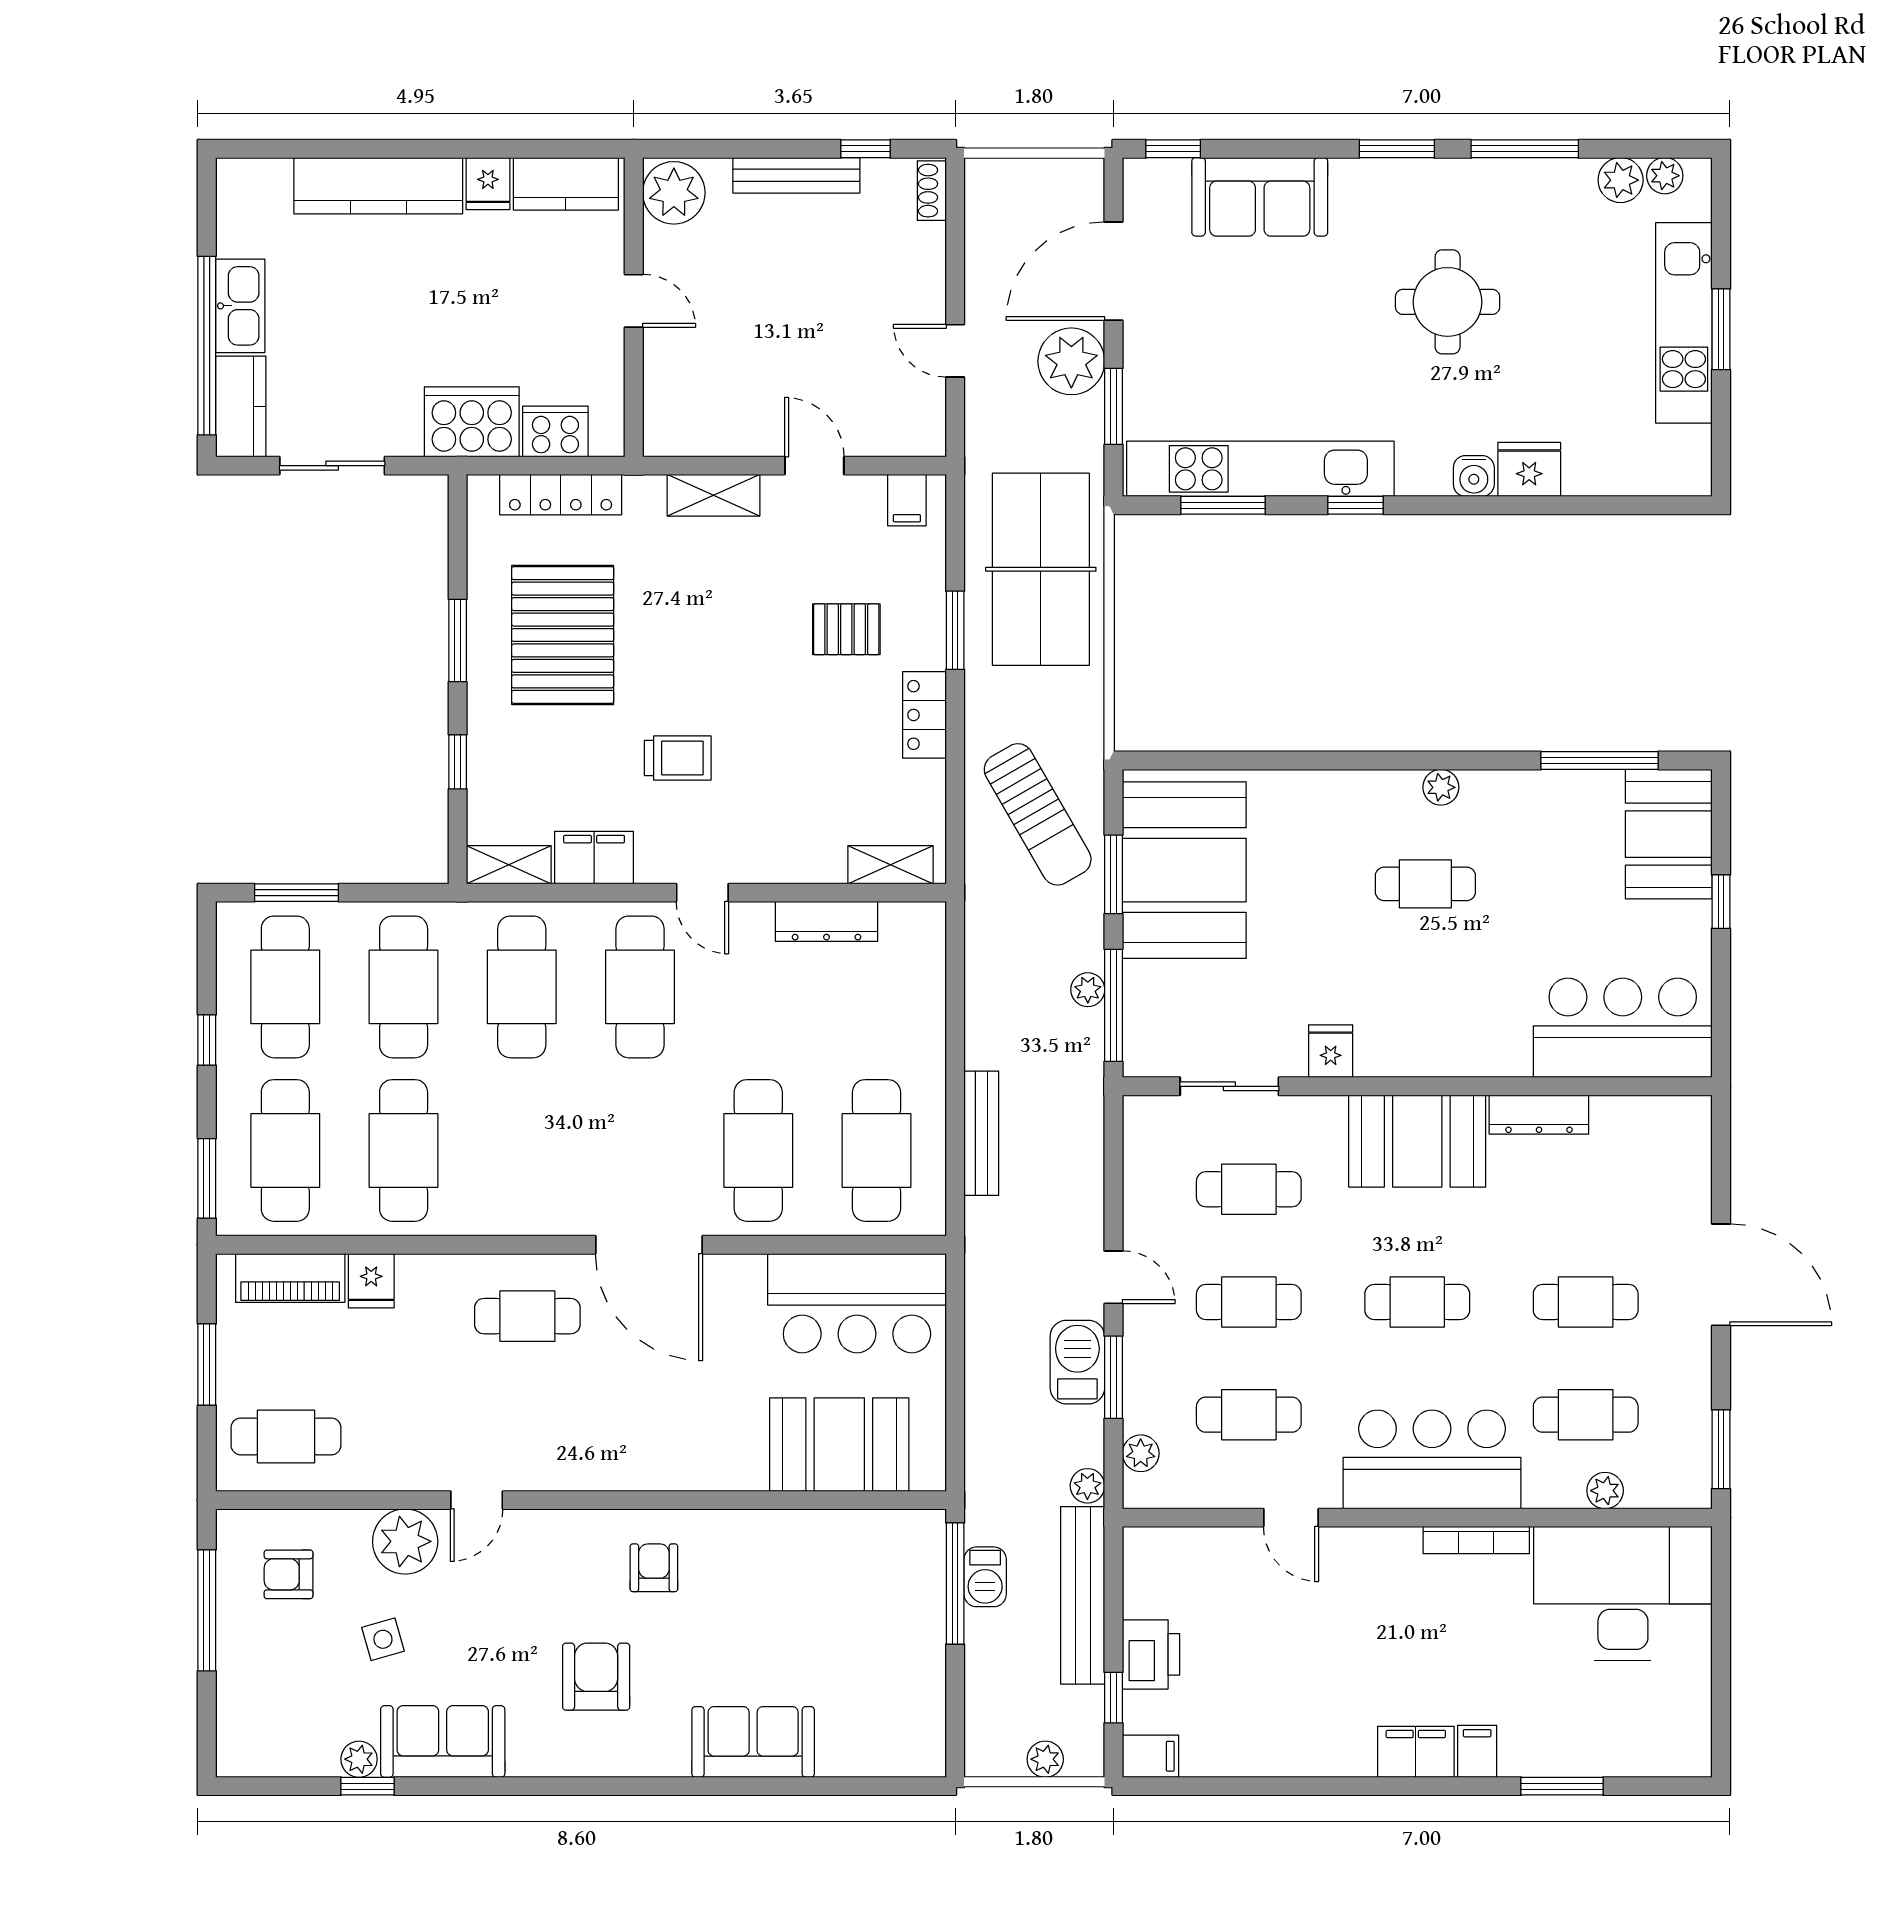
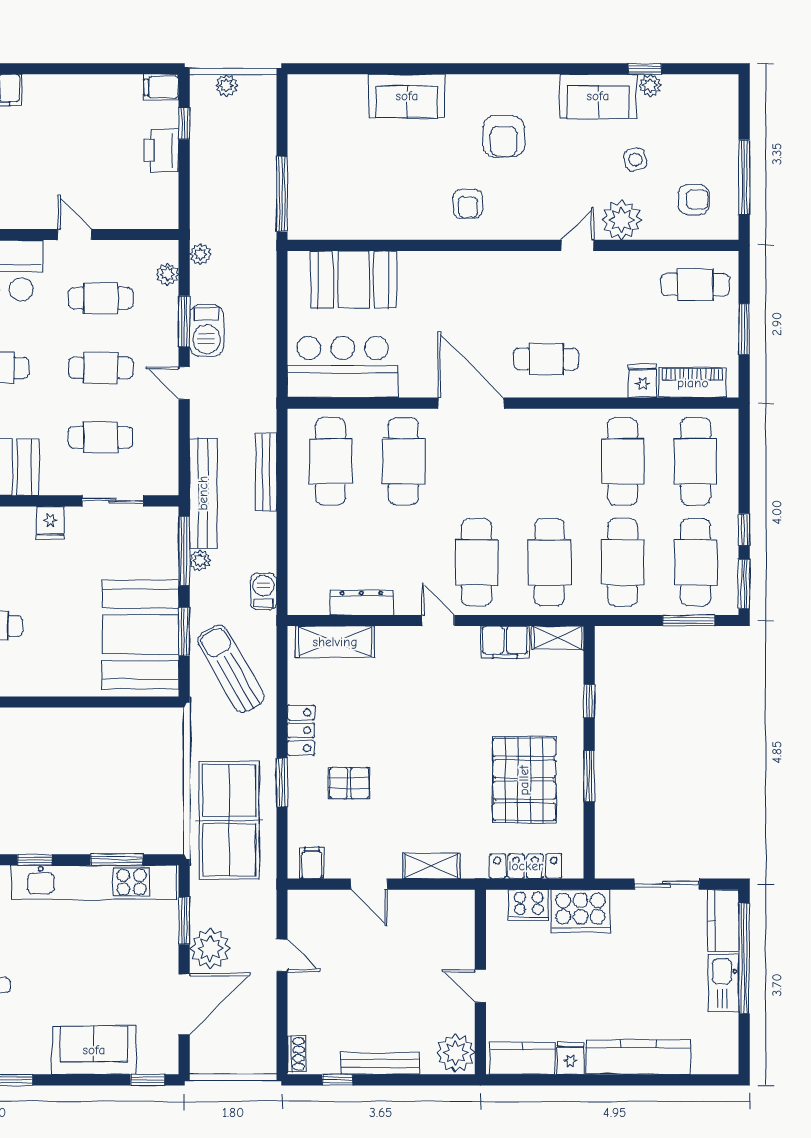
trolley: (678, 758) -> (453, 704), removed
shelving: (891, 865) -> (335, 642), width x1.50, depth x1.33
window: (207, 1178) -> (744, 584), moved
barbecue: (985, 1577) -> (263, 591), moved
bench: (1083, 1595) -> (203, 493), moved

